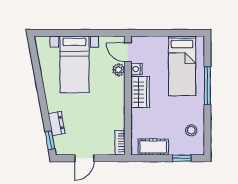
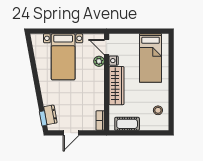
window: (207, 86) -> (171, 74), removed
wardrobe: (140, 92) -> (116, 86), width x1.50
dresser: (56, 124) -> (50, 115), moved
window: (182, 158) -> (150, 133), removed

